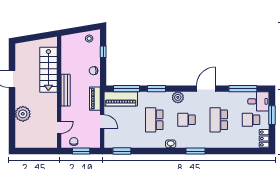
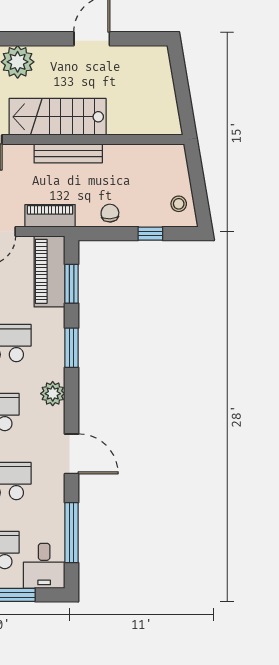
stairs: (48, 70) -> (58, 117), moved
window: (127, 89) -> (72, 284), width x0.69

